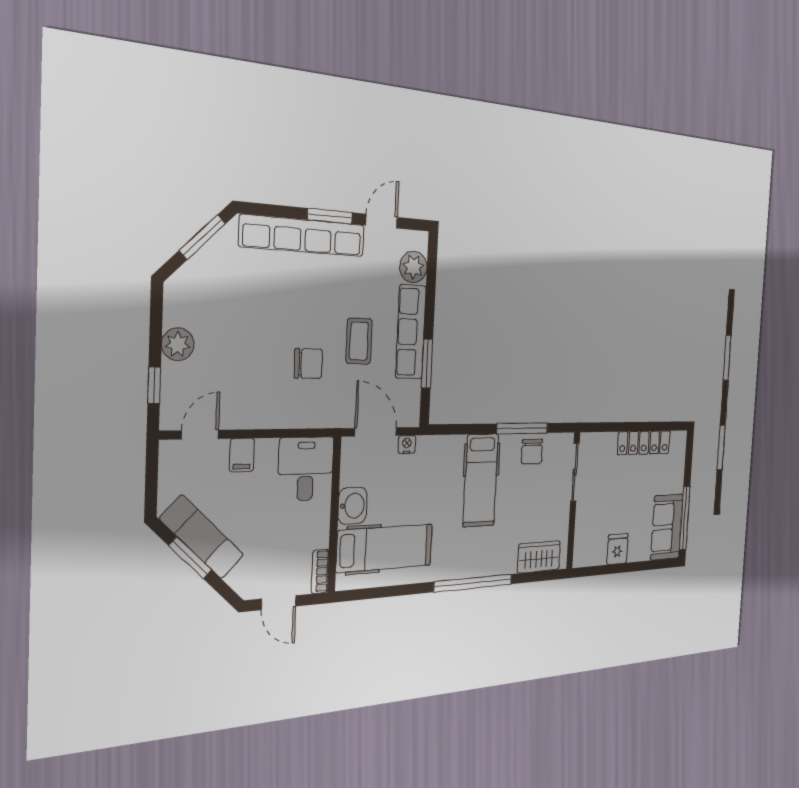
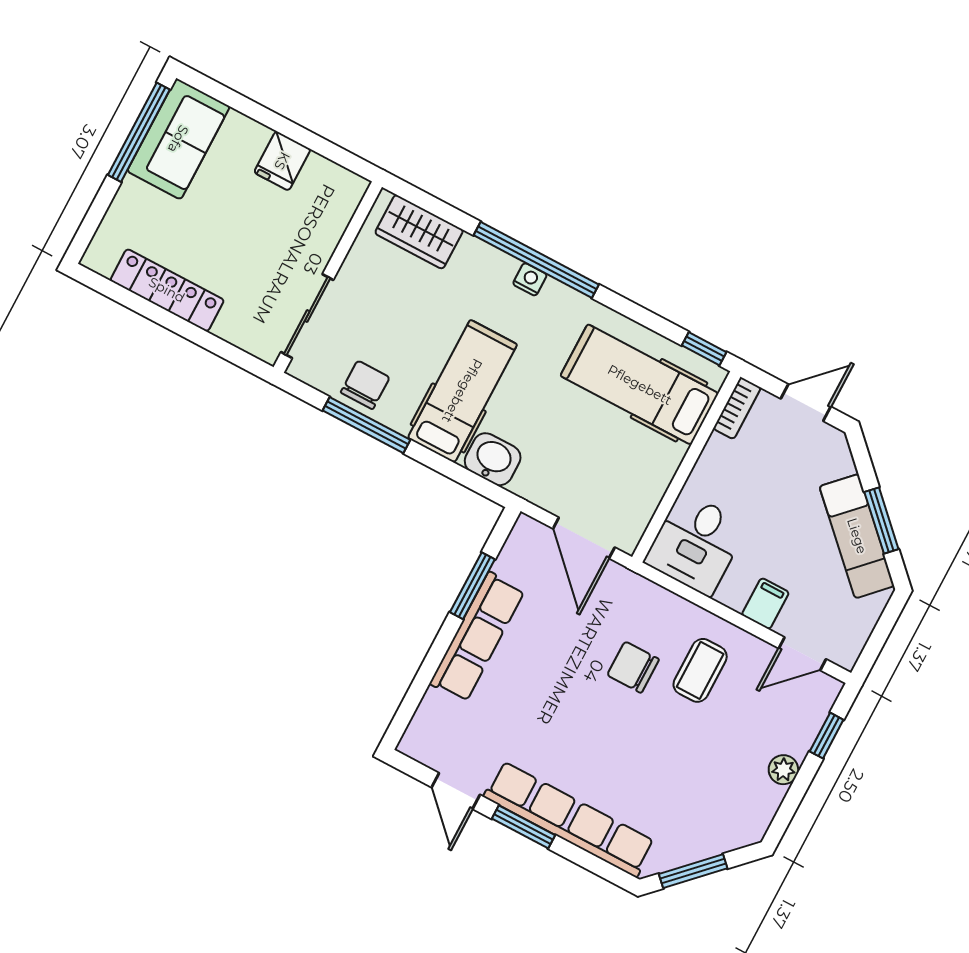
door: (382, 221) -> (456, 791), hinge flipped
plant: (413, 267) -> (436, 715), removed
coffee table: (359, 341) -> (700, 670), moved
plant: (178, 344) -> (783, 770), width x0.73, depth x0.73
nightstand: (407, 445) -> (530, 279), moved, turned 180
washbasin: (353, 506) -> (493, 459), moved, turned 90
window: (357, 595) -> (704, 349), added
door: (279, 603) -> (806, 403), hinge flipped

